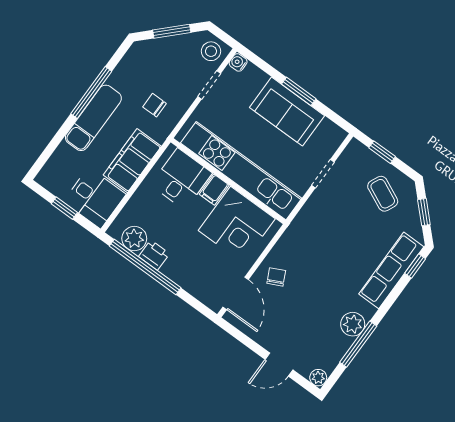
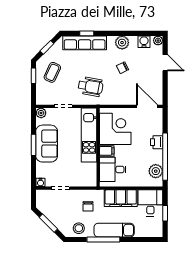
stool: (211, 51) -> (79, 228), moved
plant: (337, 135) -> (41, 113), added
window: (382, 152) -> (33, 76), moved
kitchen unit: (241, 171) -> (89, 135), width x0.73
wheelchair: (323, 233) -> (90, 87), added
printer: (154, 255) -> (157, 142), moved
window: (415, 266) -> (87, 33), moved
chair: (276, 277) -> (122, 68), moved
door: (236, 293) -> (147, 106), hinge flipped
window: (358, 344) -> (129, 33), removed
water cooler: (331, 356) -> (144, 42), added

